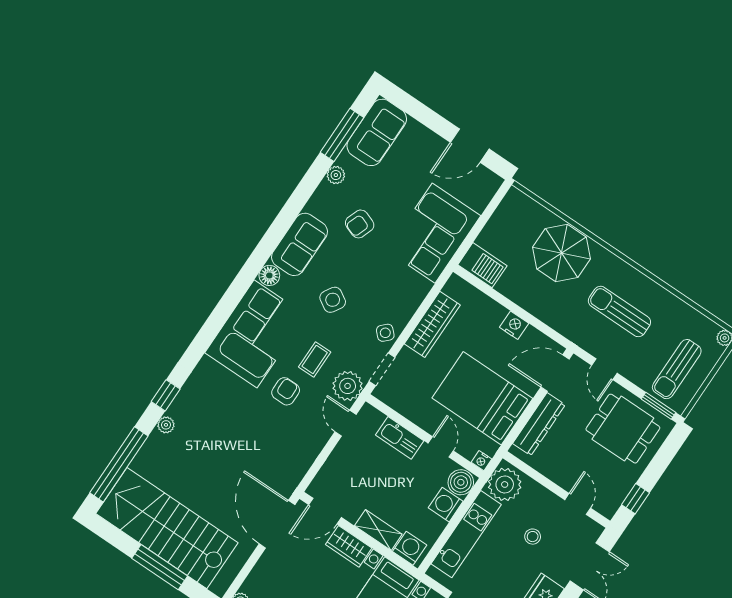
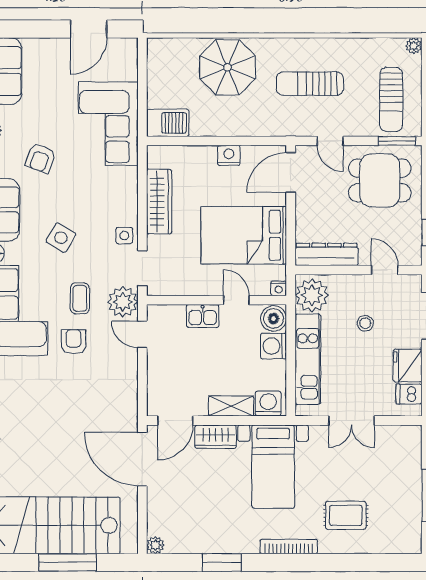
side table: (385, 333) -> (124, 235), turned 45
dresser: (539, 424) -> (327, 254), moved, turned -90
kitchen sink: (400, 438) -> (203, 316), width x0.73

